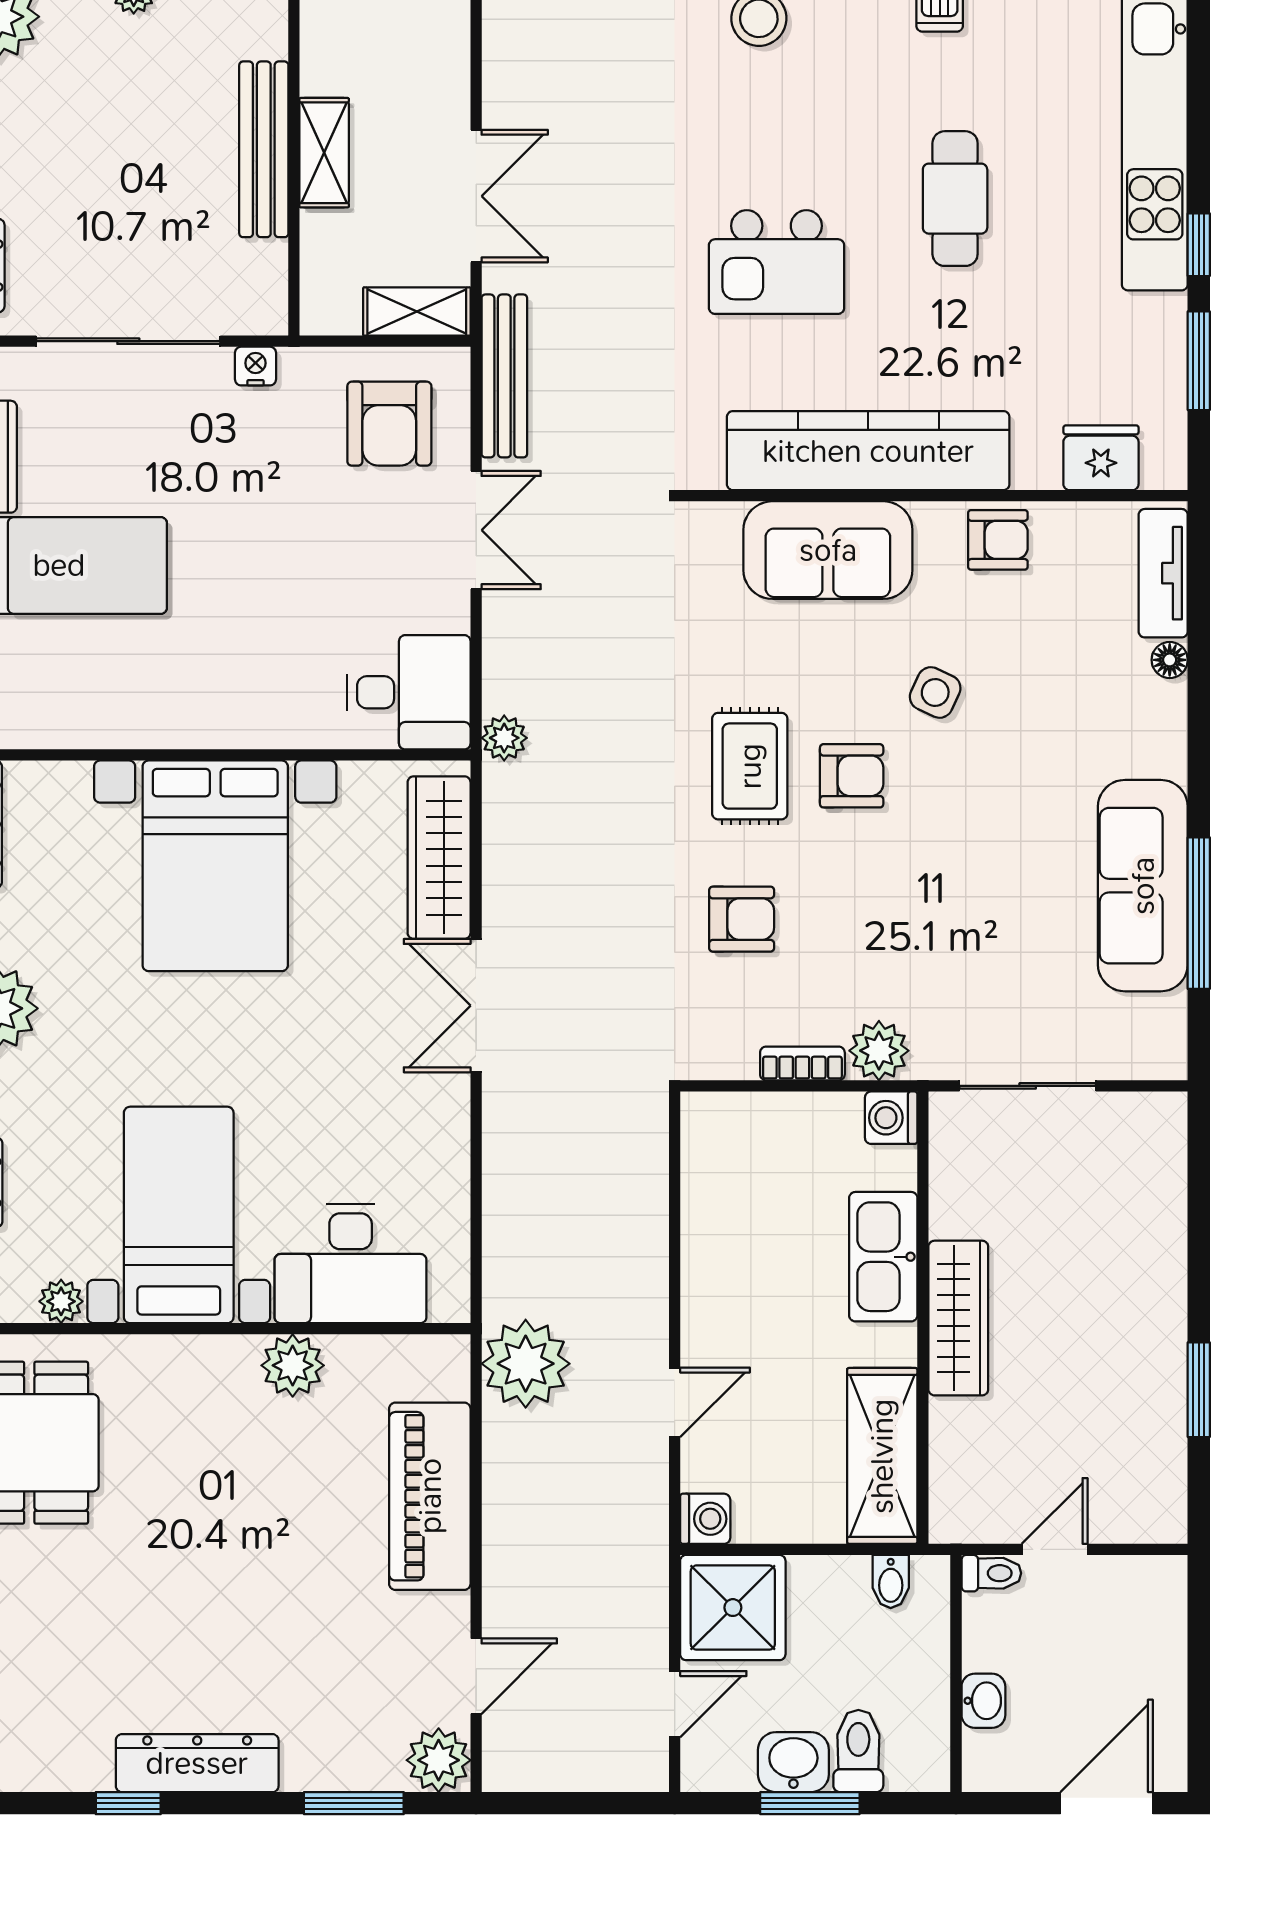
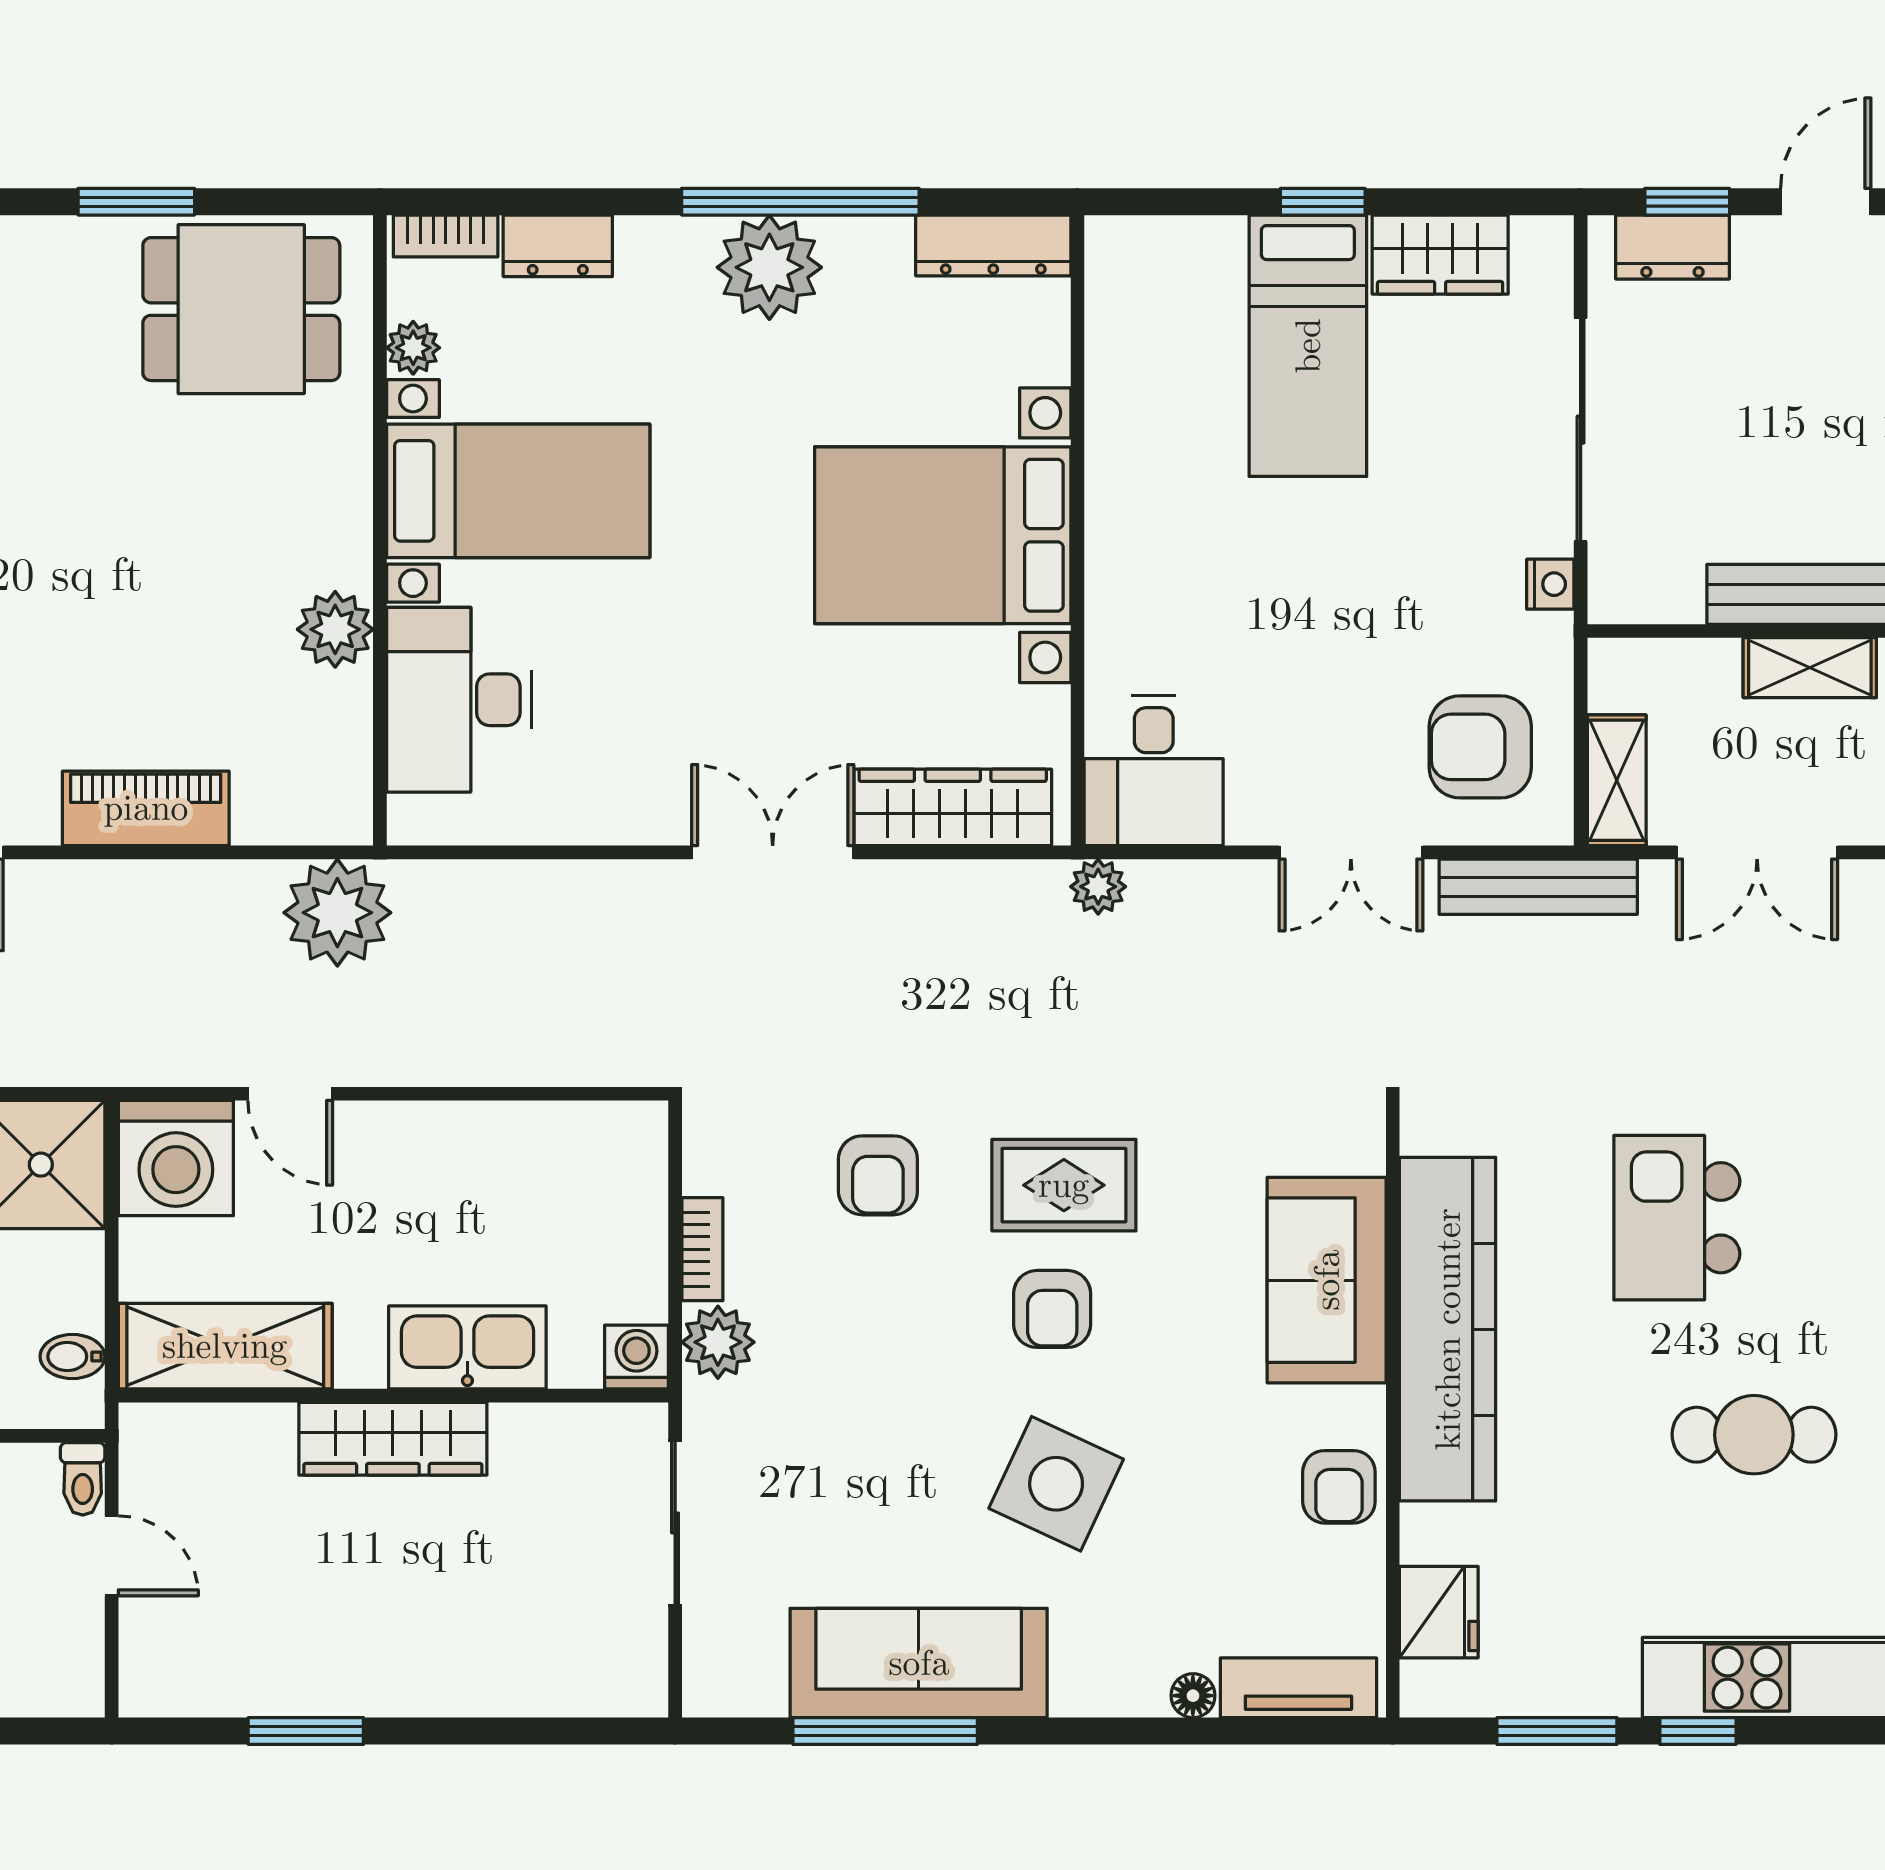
side table: (935, 692) -> (1056, 1484), moved, width x1.87, depth x1.87
piano: (430, 1496) -> (146, 808), width x0.73, depth x0.75
washing machine: (705, 1519) -> (176, 1158), width x1.89, depth x1.89

